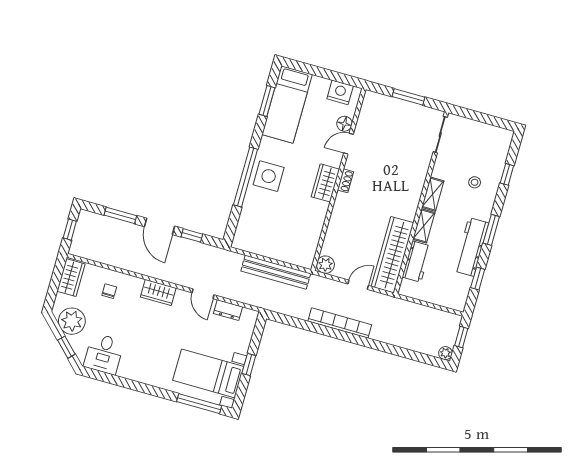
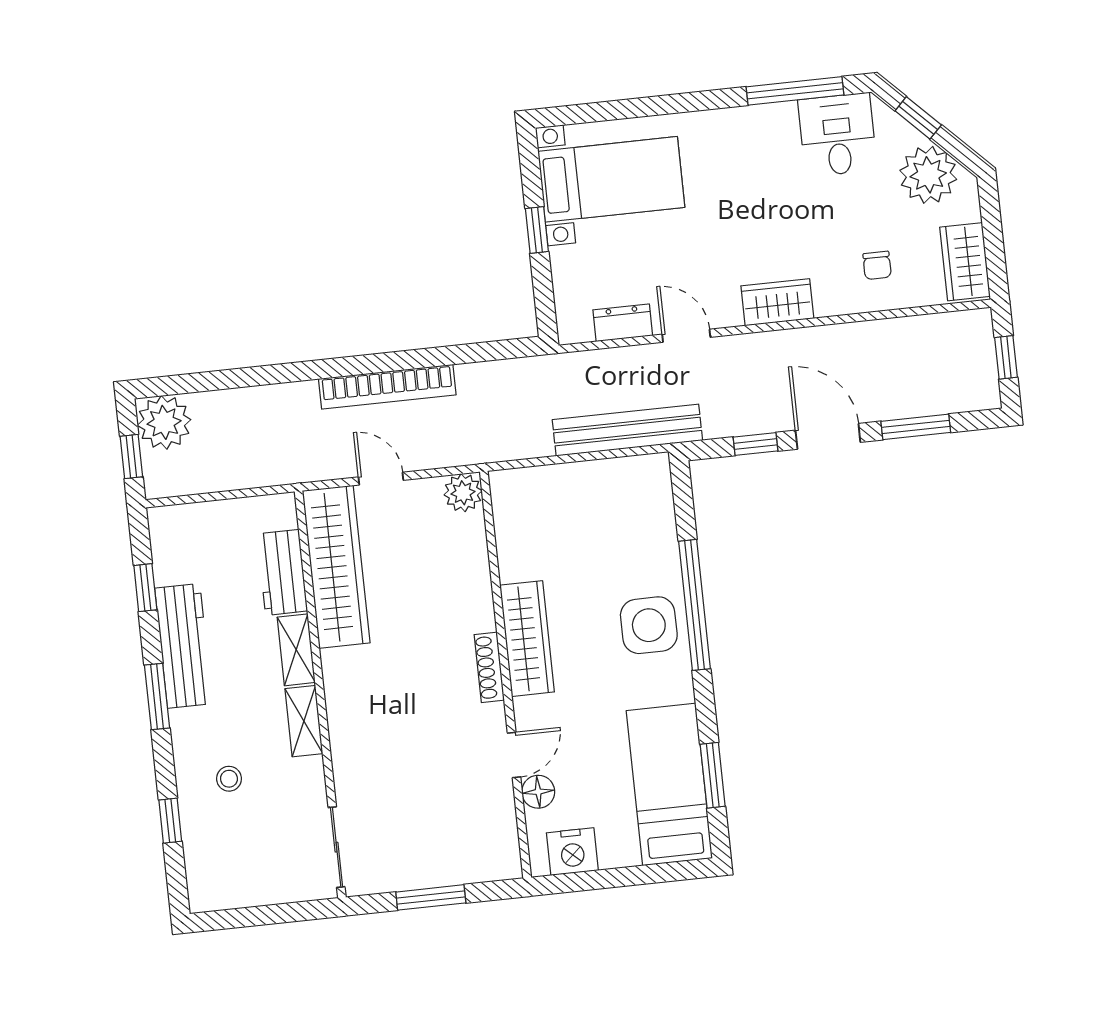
shoe rack: (345, 181) -> (489, 667), width x1.43
wardrobe: (325, 183) -> (527, 639), width x1.50
bench: (276, 272) -> (627, 430), moved
door: (358, 285) -> (381, 479), swing flipped
plant: (445, 353) -> (164, 422), width x1.87, depth x1.87
window: (199, 404) -> (795, 91), moved

